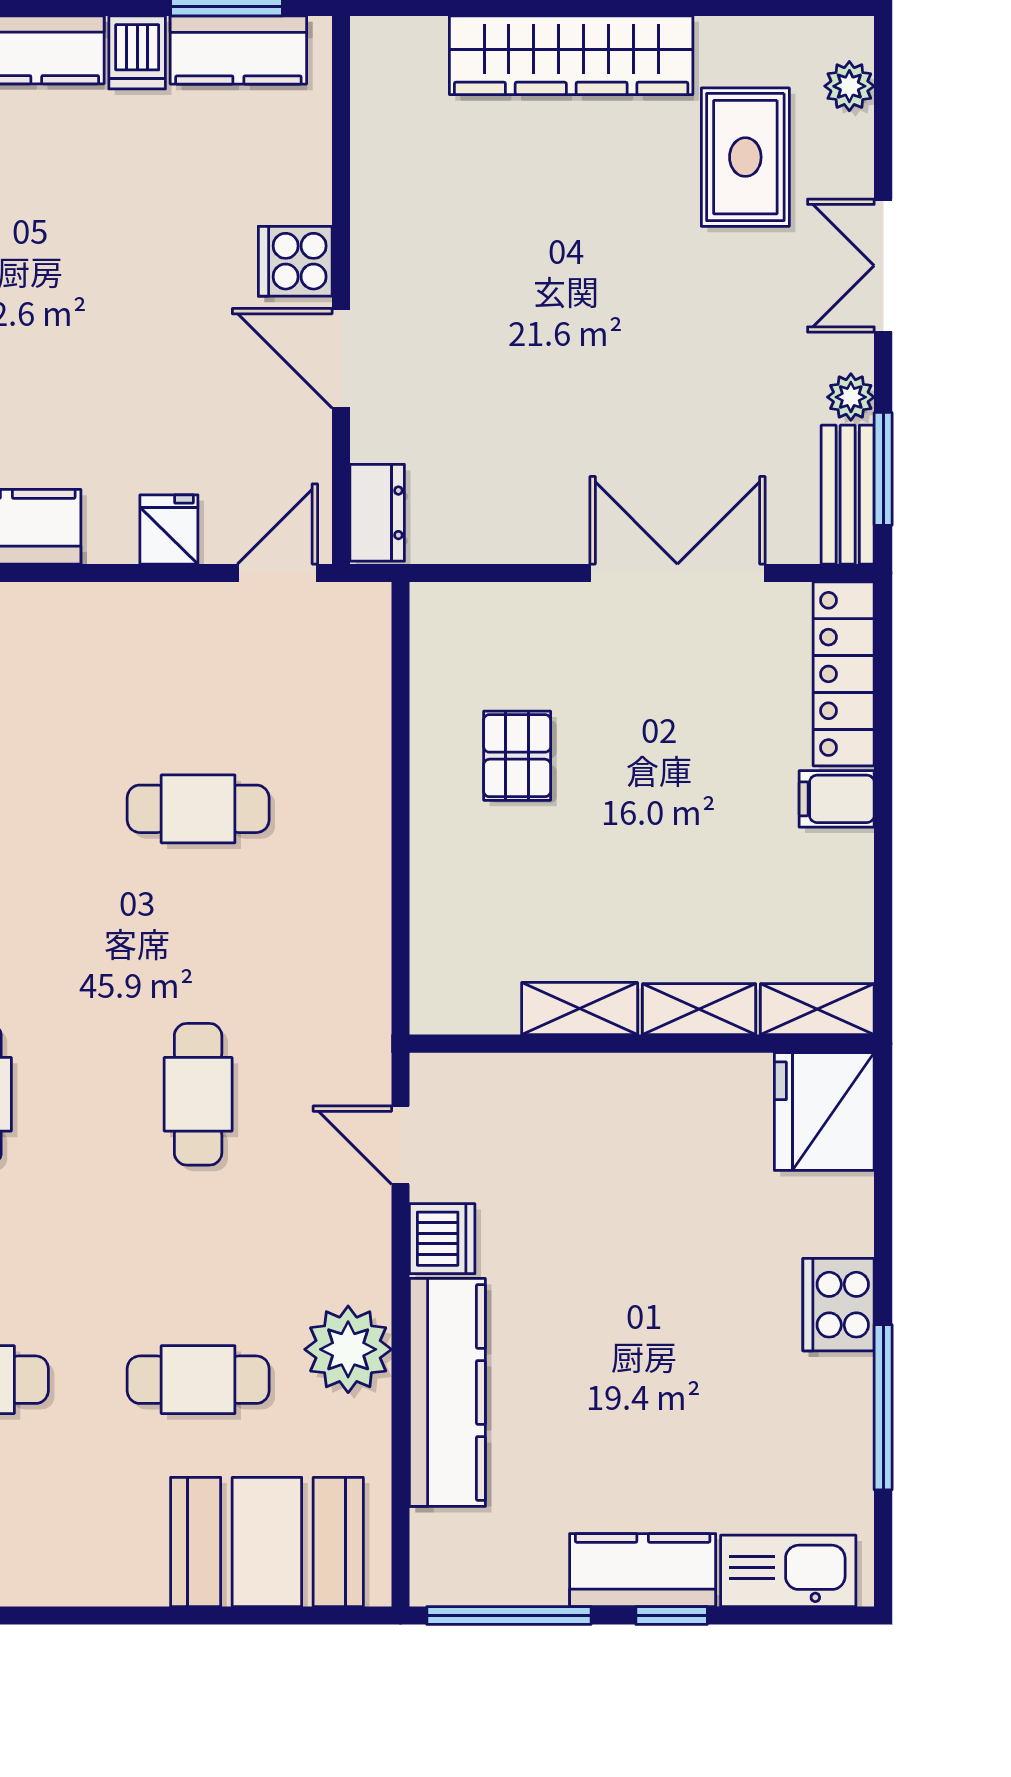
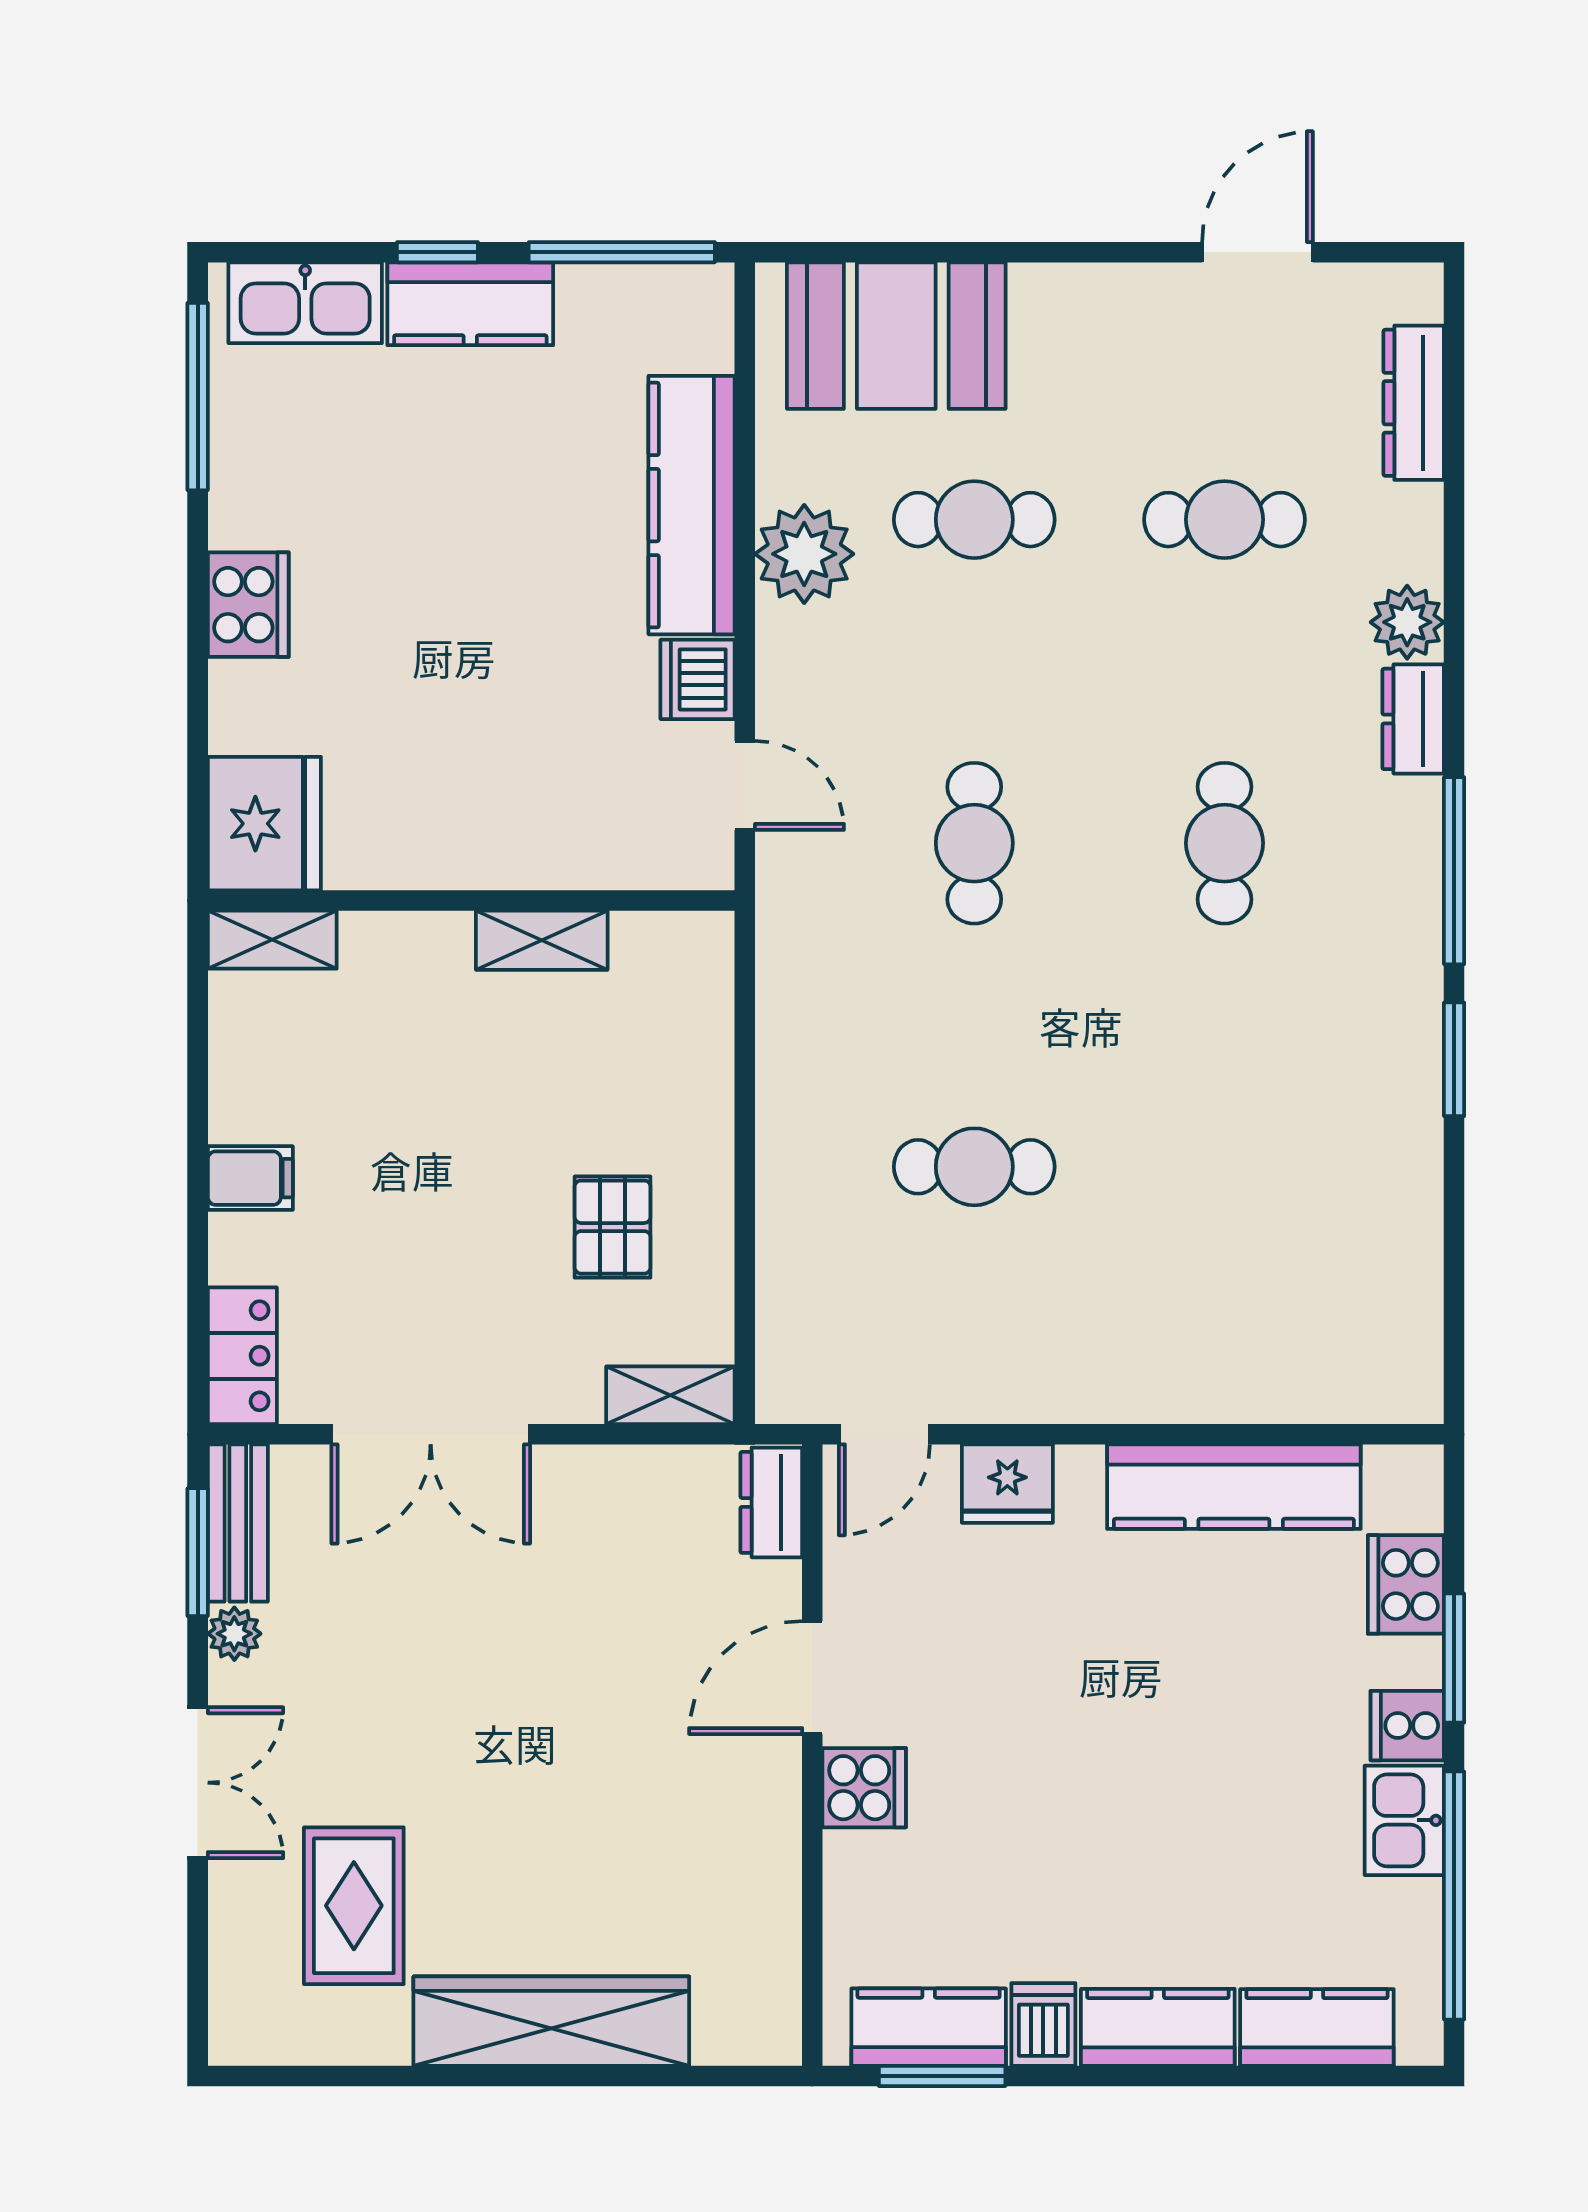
plant: (849, 86) -> (236, 1986), removed
door: (341, 358) -> (812, 1678), swing flipped
fridge: (169, 529) -> (1007, 1484), width x1.38
locker: (844, 674) -> (242, 1356), width x0.66
shelving: (699, 1009) -> (670, 1395), moved
window: (883, 1407) -> (198, 397), moved

